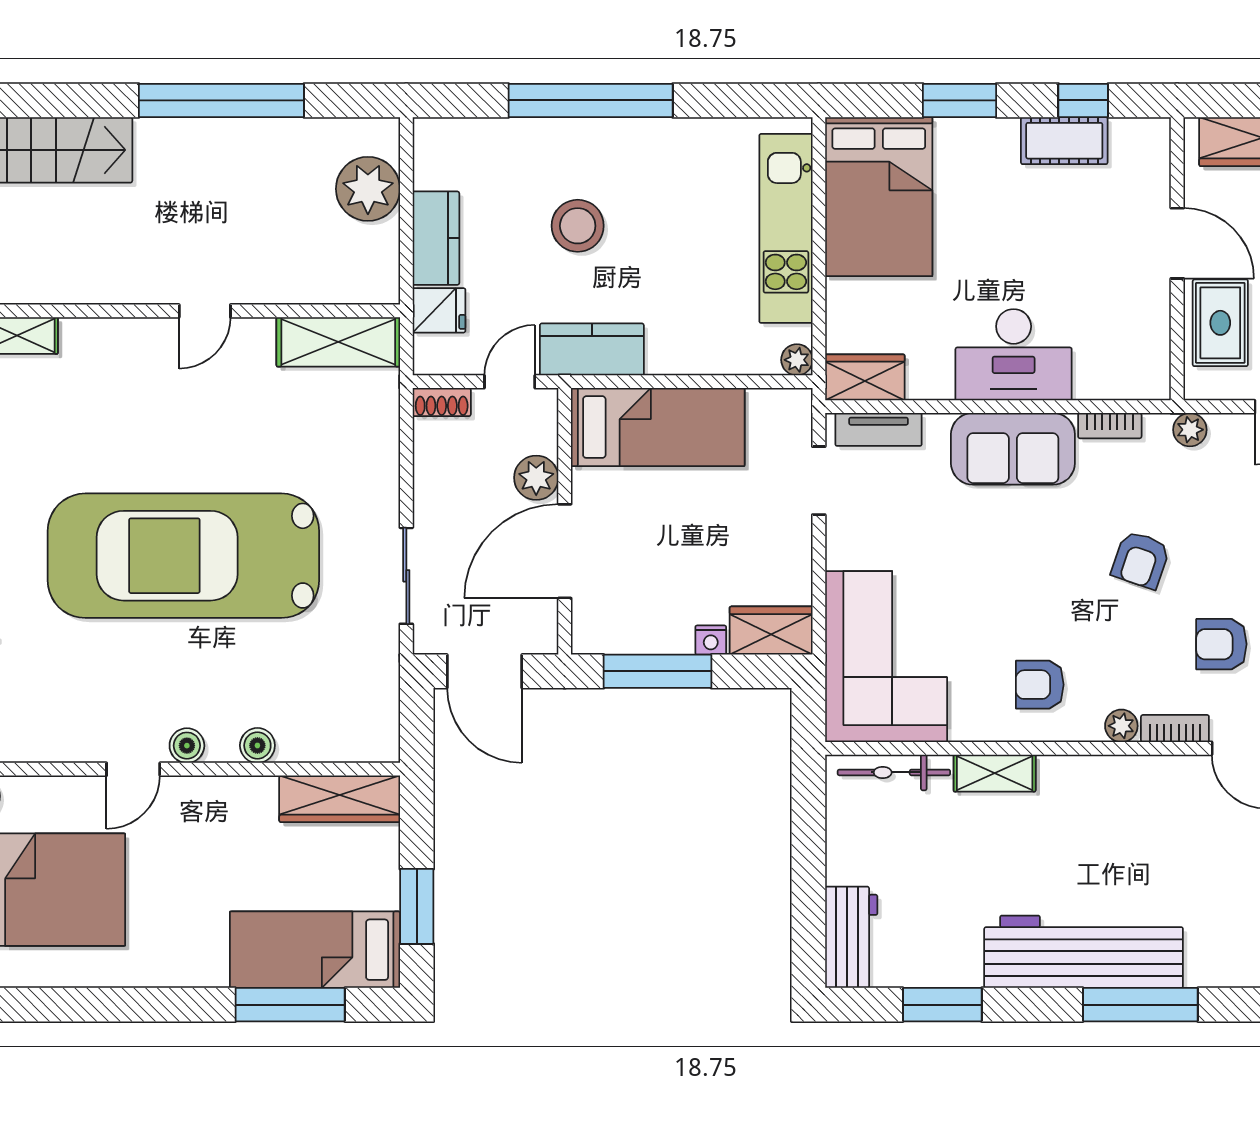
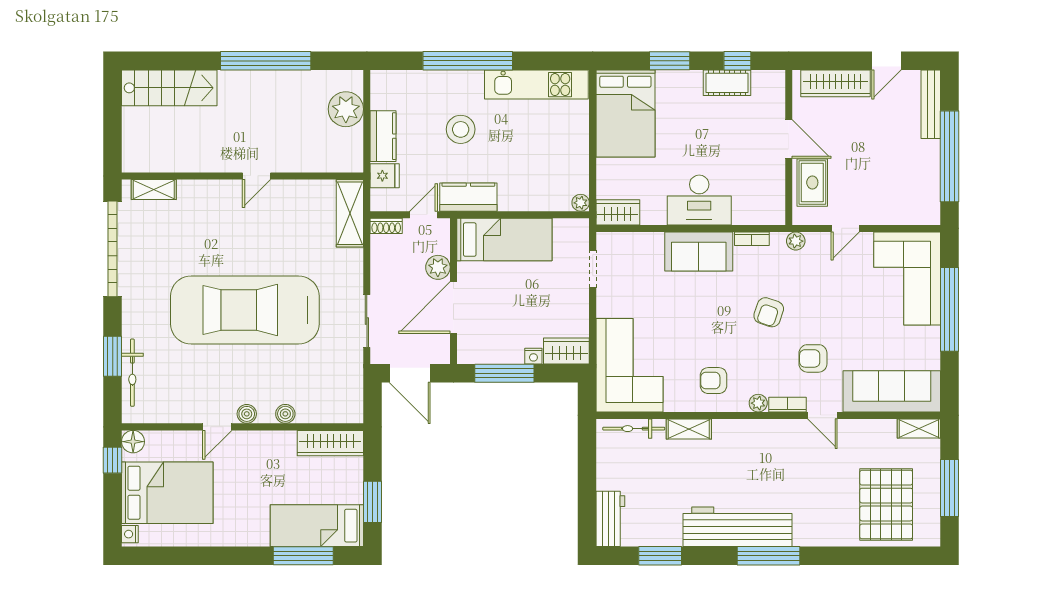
kitchen unit: (786, 228) -> (536, 85), moved, turned -90
shelving: (338, 342) -> (350, 213), moved, turned 90
tv unit: (879, 429) -> (625, 241), removed

